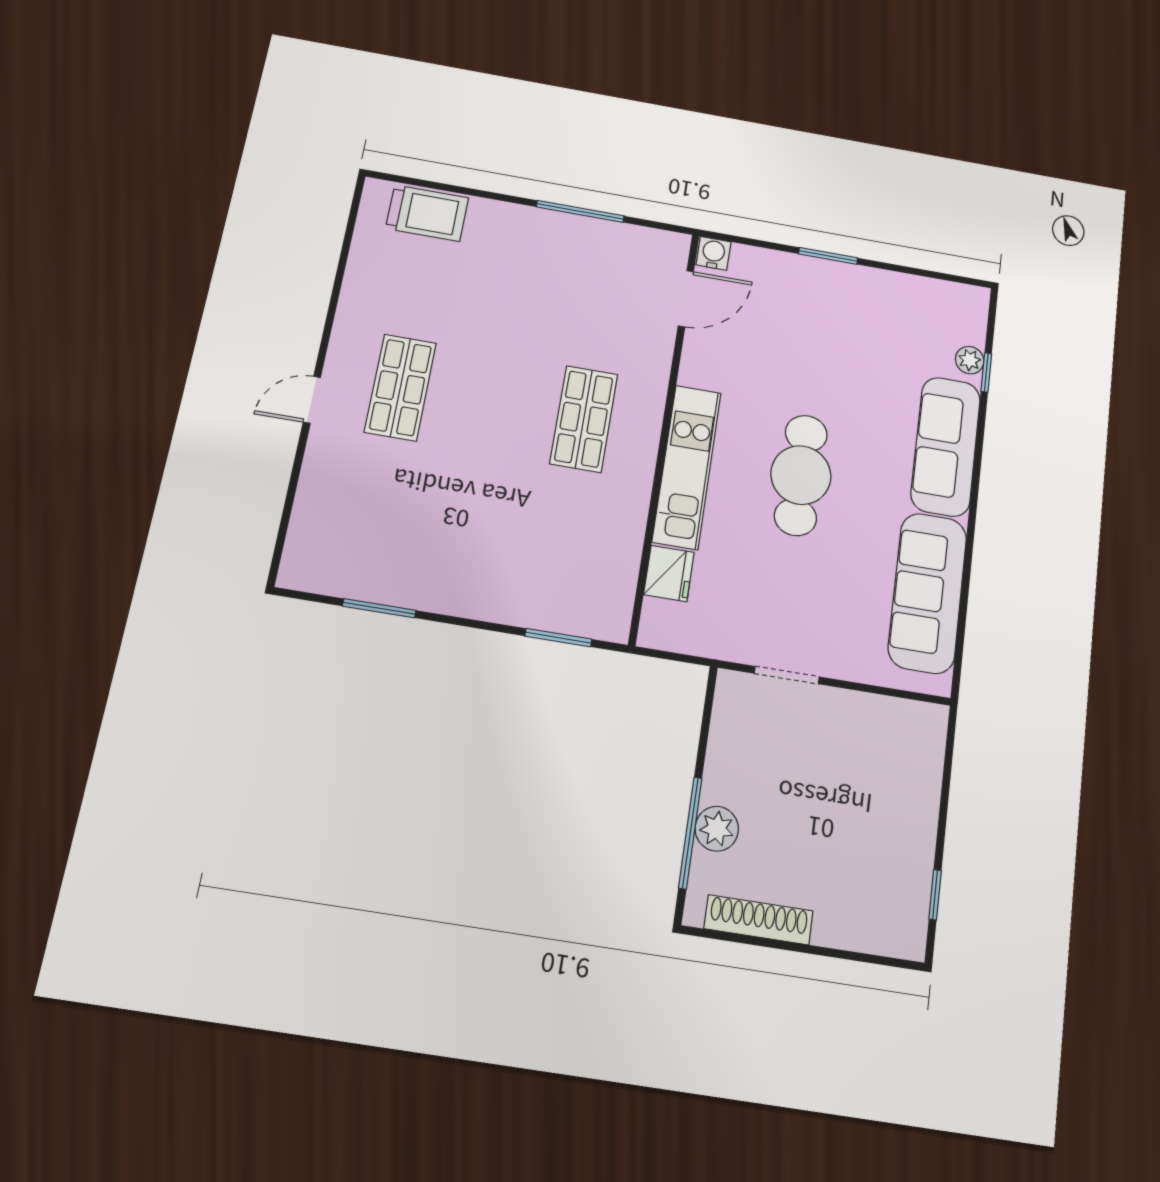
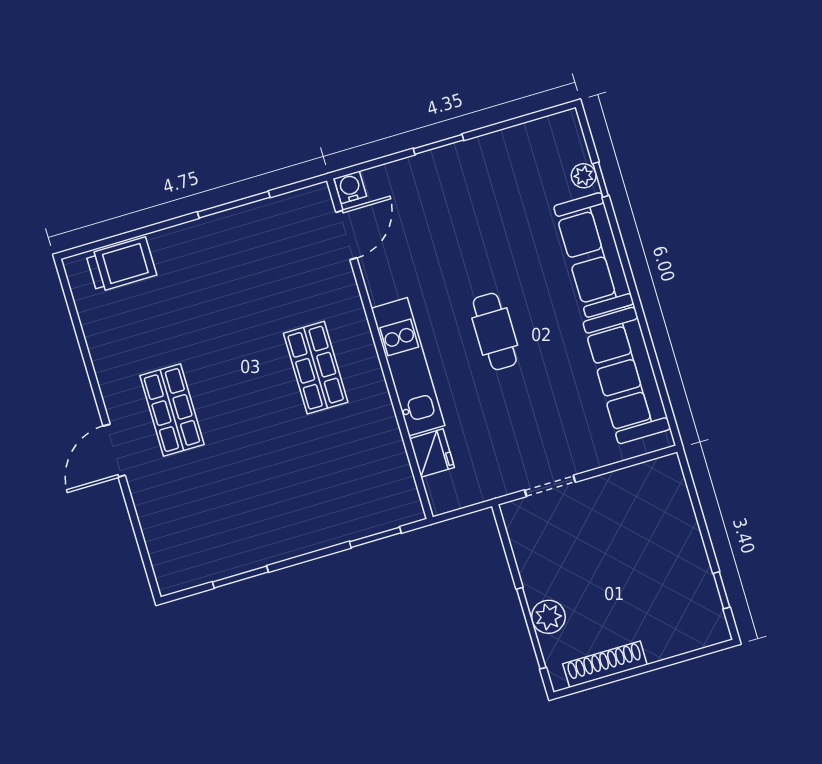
door: (312, 400) -> (114, 451), width x1.38
cafe table: (801, 475) -> (495, 332), width x0.73, depth x0.74

